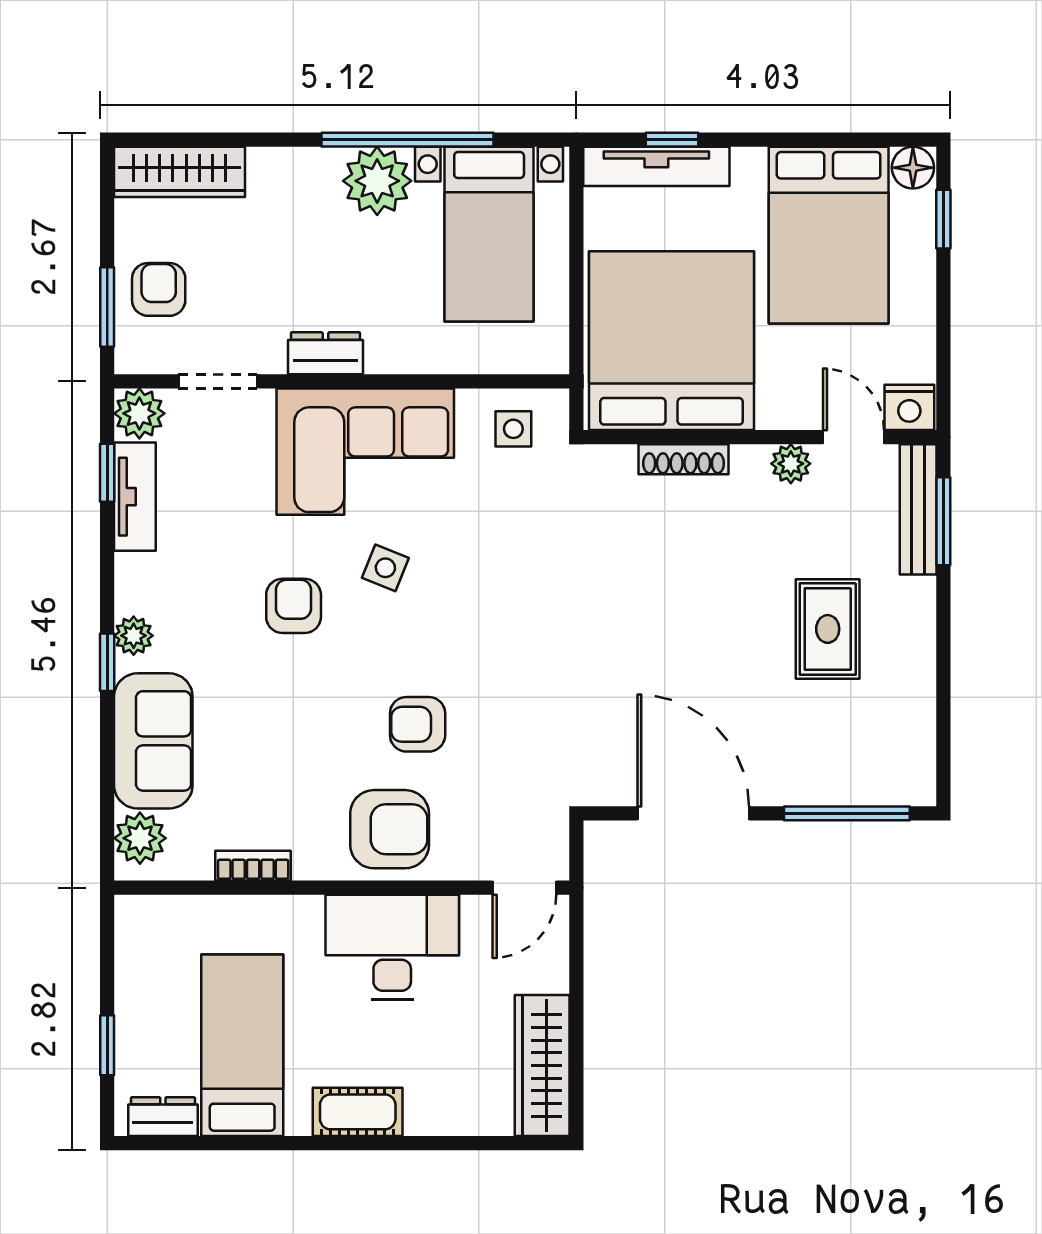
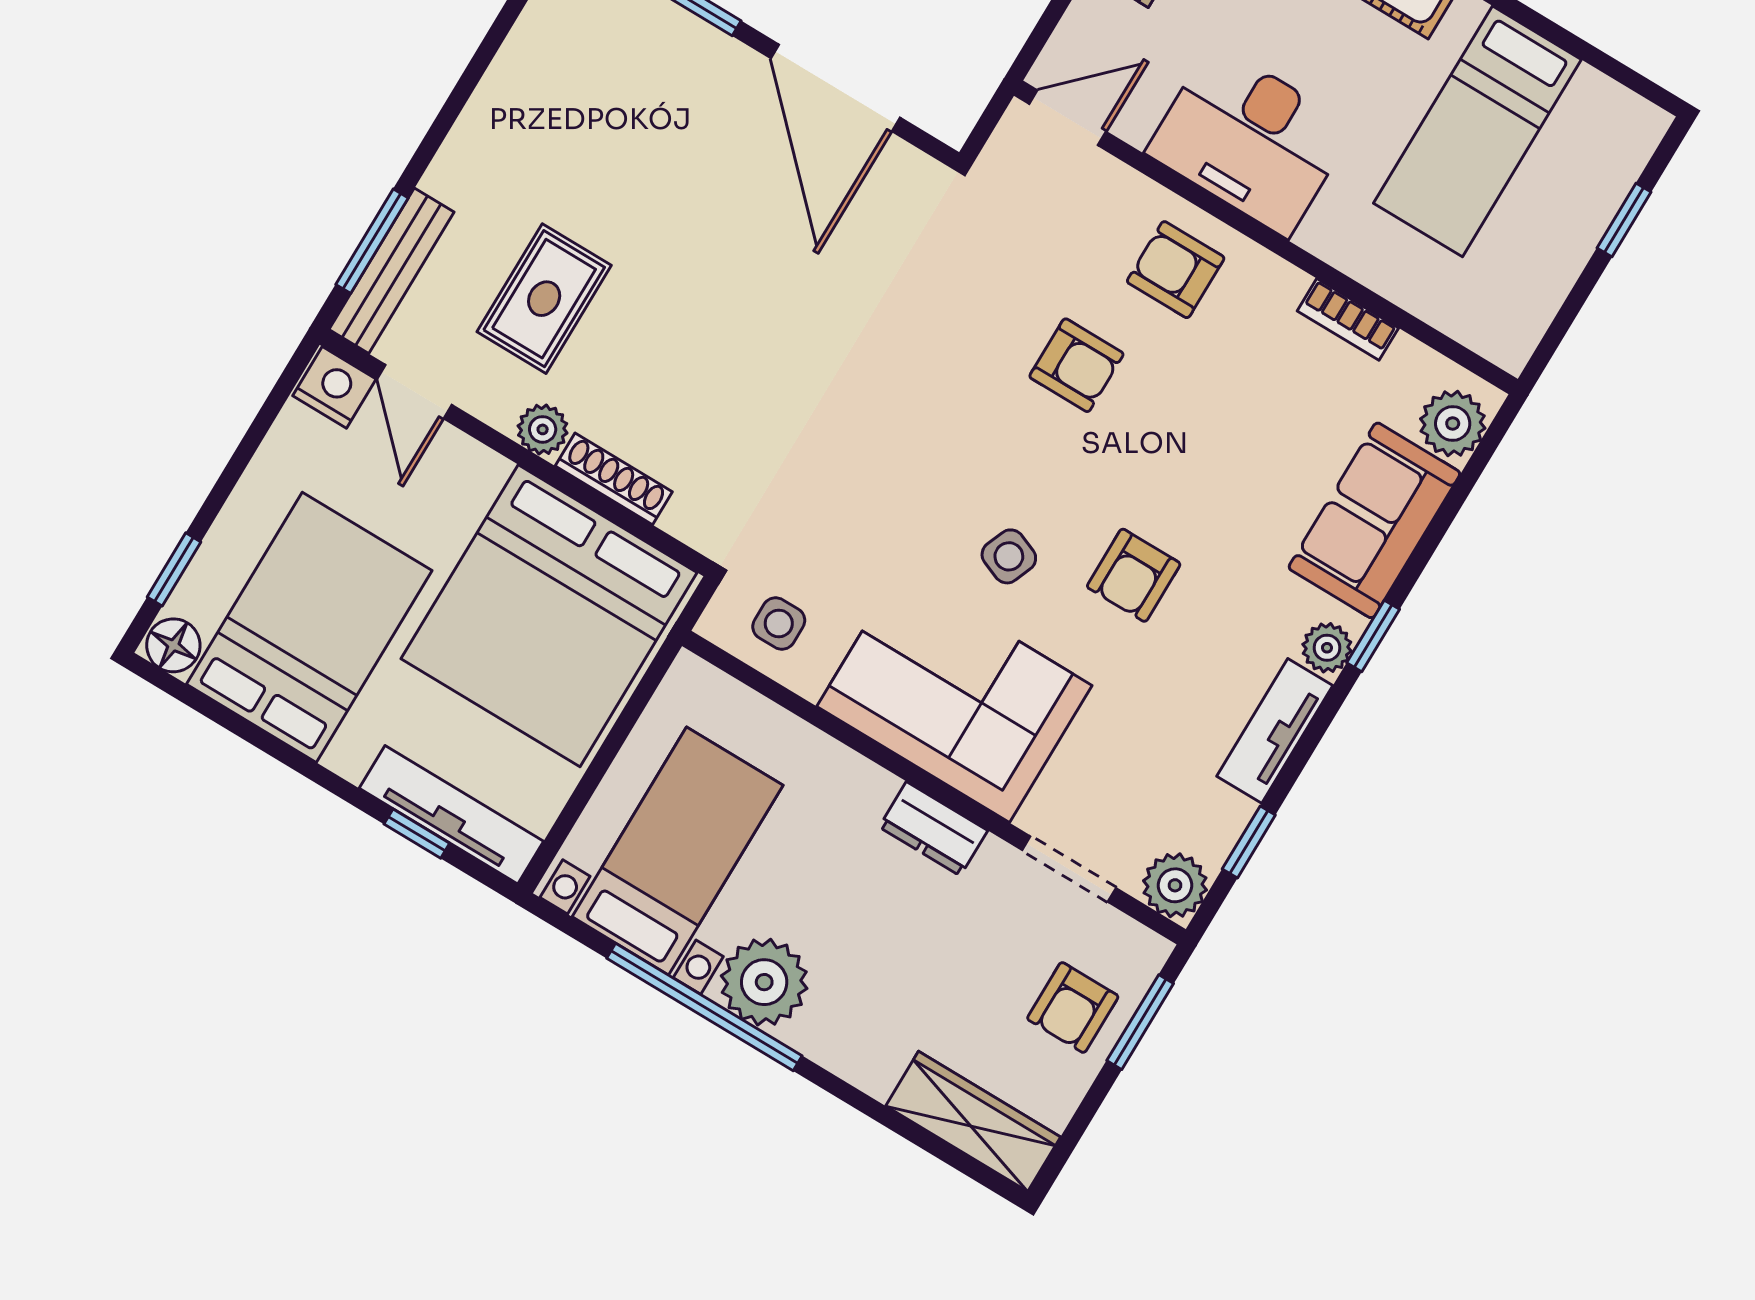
plant: (791, 464) -> (543, 429), moved
tv unit: (135, 497) -> (1275, 731), moved
rug: (828, 629) -> (544, 299), moved
armchair: (390, 829) -> (1176, 270), width x0.72, depth x0.72
dresser: (163, 1117) -> (1610, 106), removed

